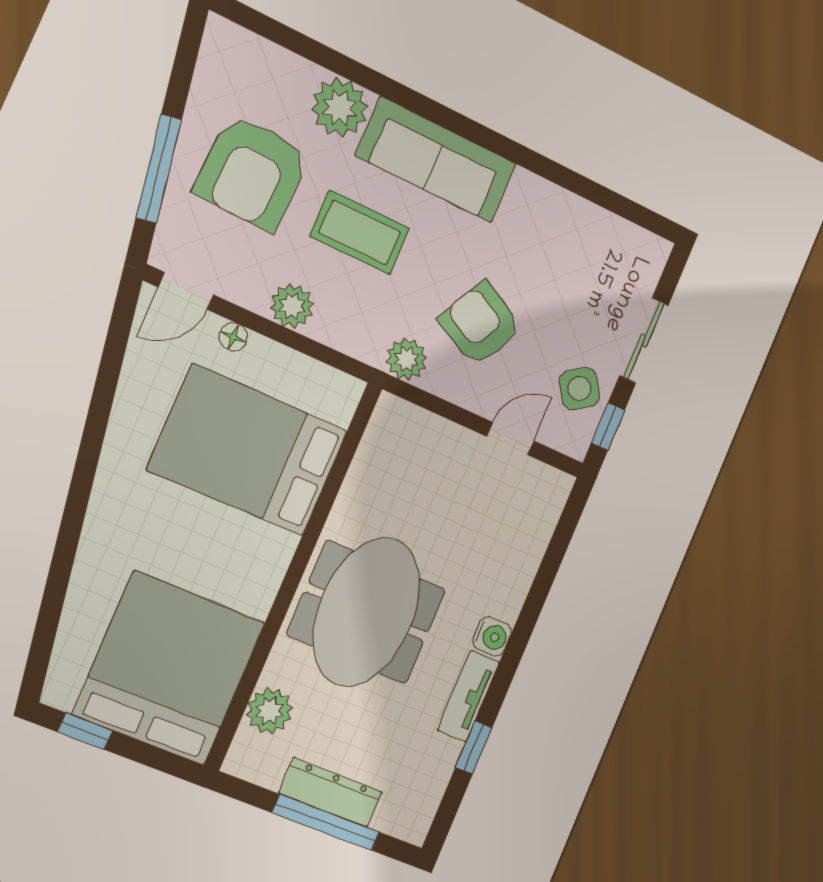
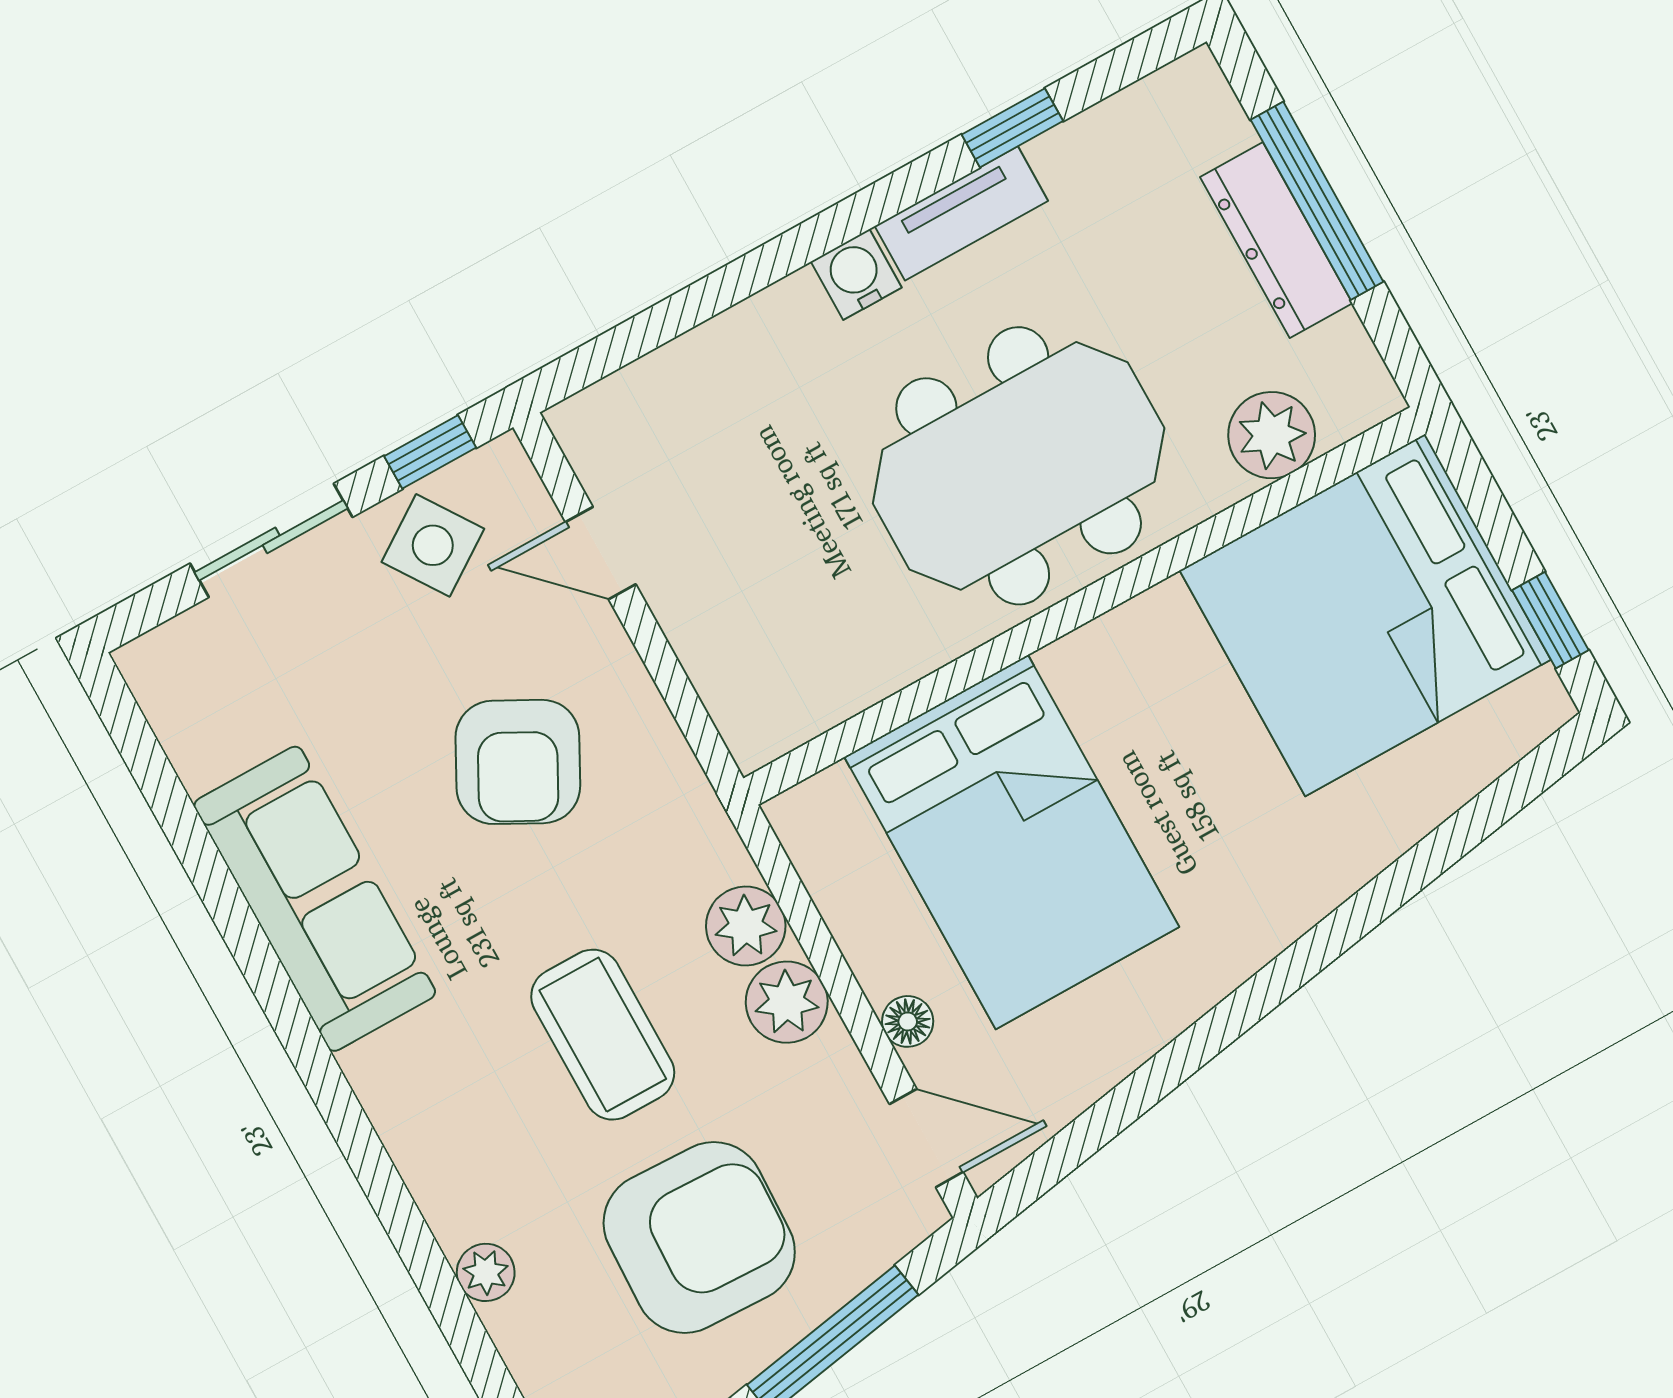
plant: (340, 108) -> (486, 1272), width x0.53, depth x0.53
sofa: (436, 160) -> (315, 899), moved
plant: (407, 359) -> (746, 926), moved

